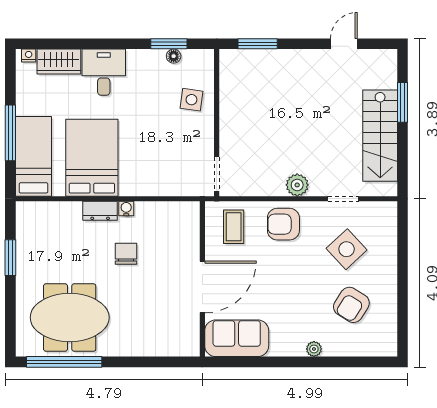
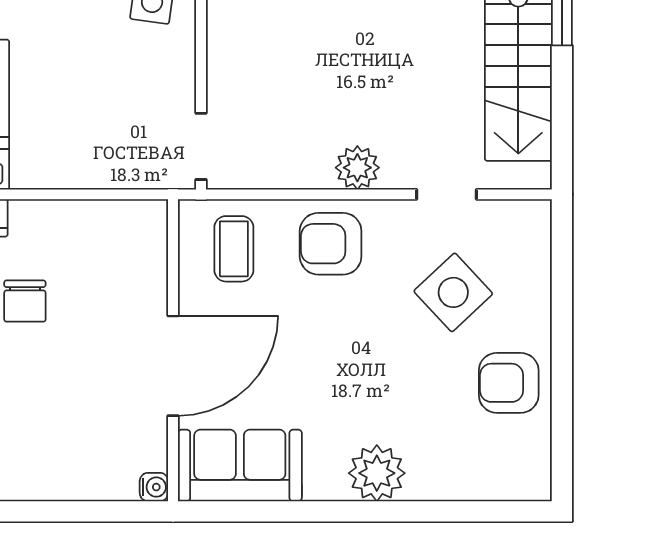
water cooler: (126, 209) -> (154, 487), moved, turned 90
chair: (126, 254) -> (25, 301), turned 180
armchair: (351, 305) -> (509, 383), moved, turned 58
plant: (314, 349) -> (377, 473), width x1.88, depth x1.88

